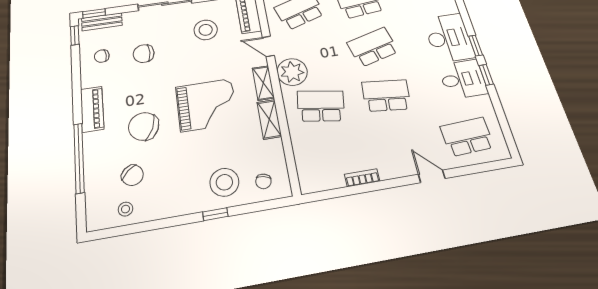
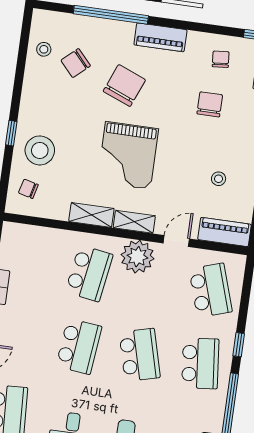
stool: (206, 30) -> (219, 179), width x0.53, depth x0.53

